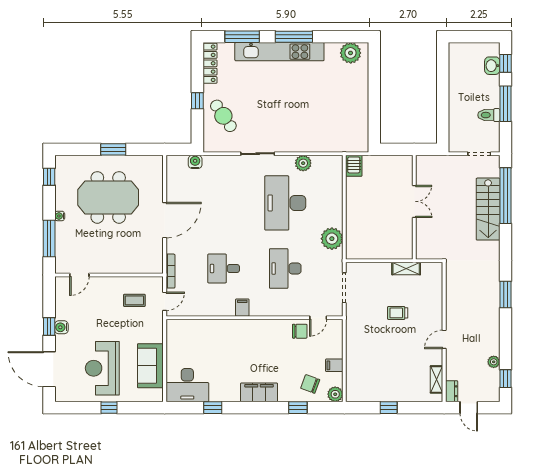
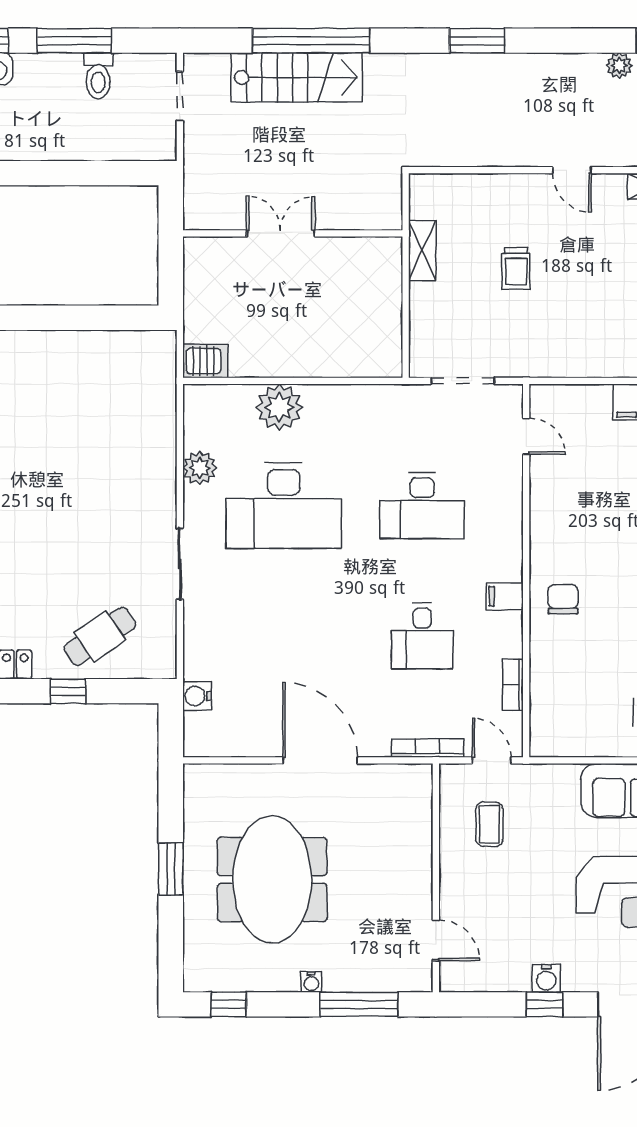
window: (505, 196) -> (311, 41), moved
plant: (332, 239) -> (279, 407), moved
bookcase: (200, 311) -> (513, 685), added
chair: (300, 331) -> (563, 599), moved

